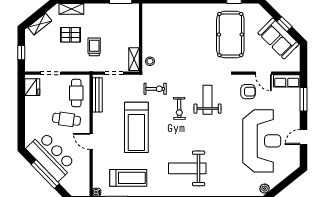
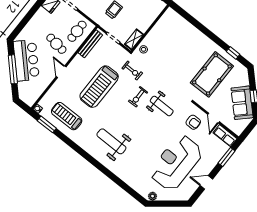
weight bench: (208, 100) -> (162, 106), turned 90
reception desk: (262, 141) -> (176, 163), turned 180
treadmill: (128, 178) -> (67, 116), turned 180

